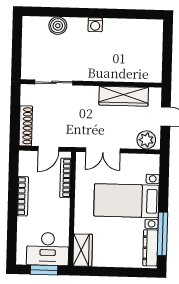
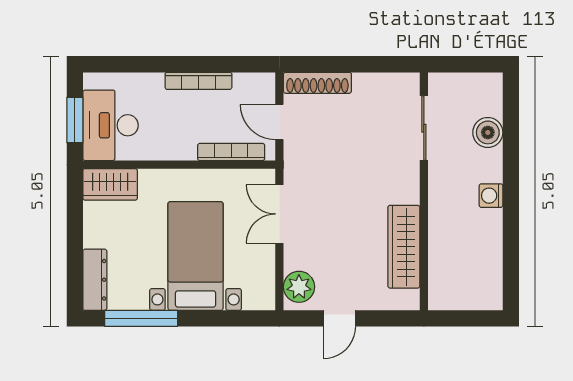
sliding door: (54, 82) -> (424, 128), moved
wall: (91, 83) -> (424, 191), moved
wardrobe: (124, 96) -> (404, 247), moved
dresser: (150, 248) -> (95, 280), moved, turned 90

